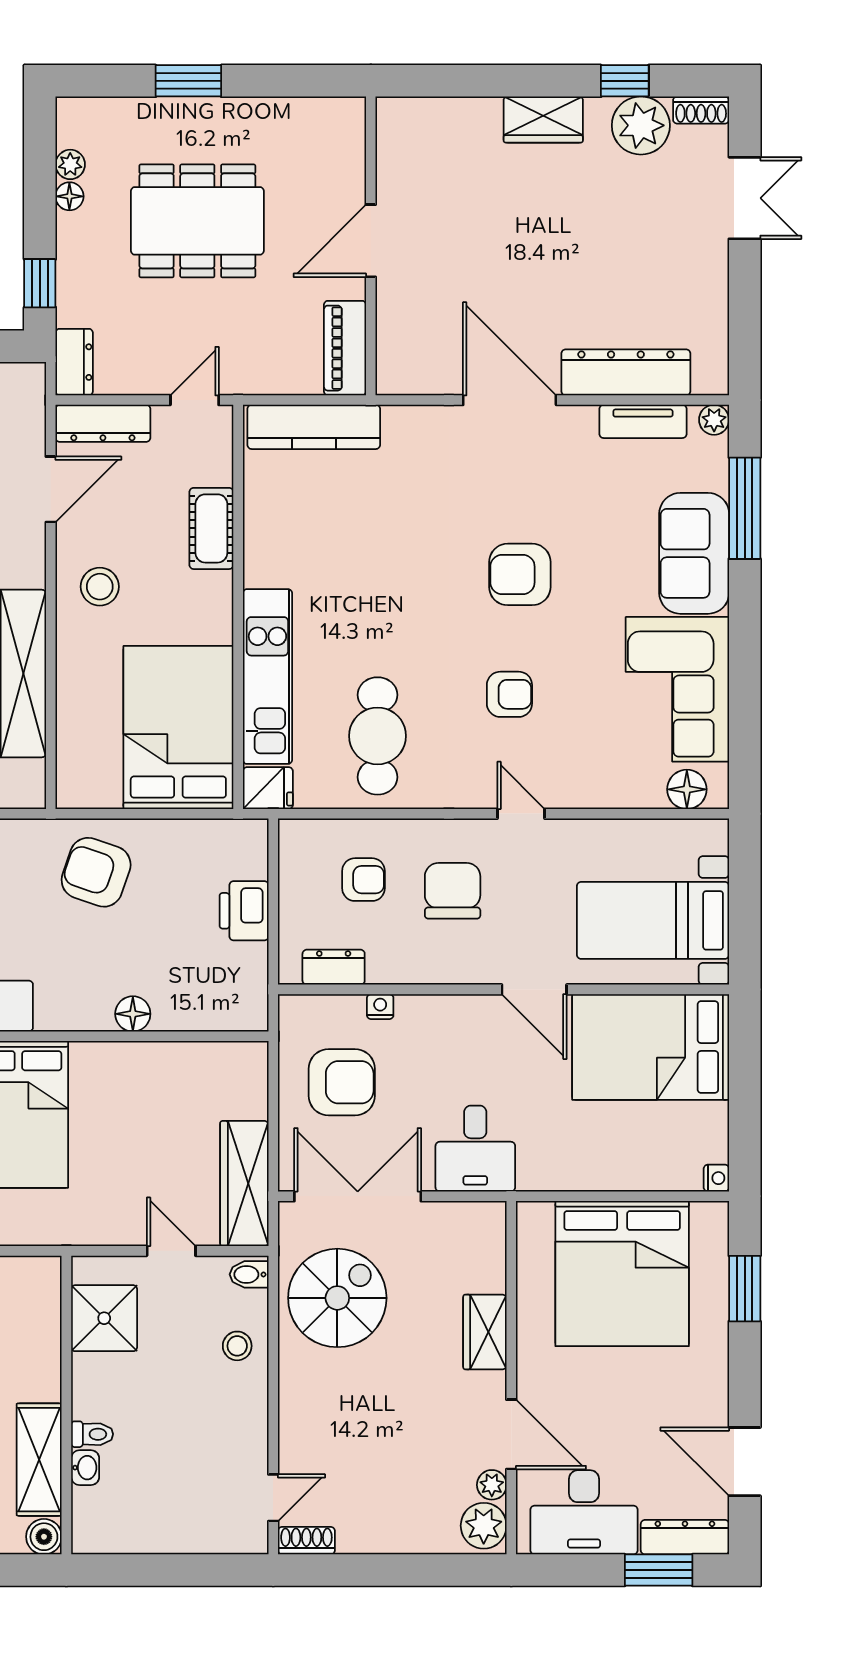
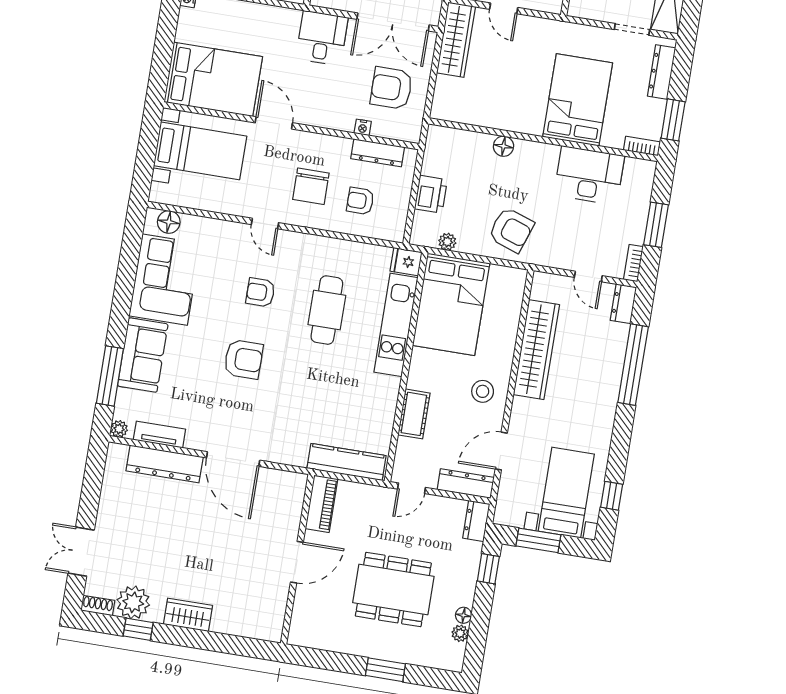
cafe table: (378, 736) -> (327, 310), moved
plant: (202, 834) -> (447, 242), added
dresser: (334, 967) -> (378, 153), width x1.44

